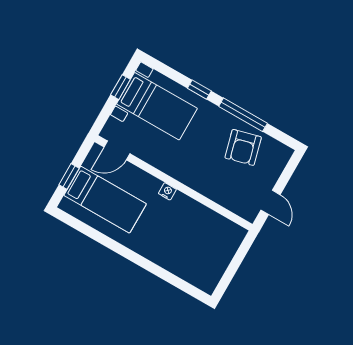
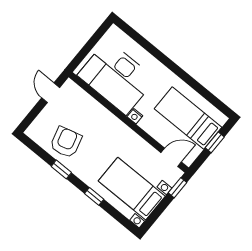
window: (120, 87) -> (177, 188), moved
window: (243, 115) -> (61, 169), width x0.46
desk: (197, 233) -> (116, 77), added

